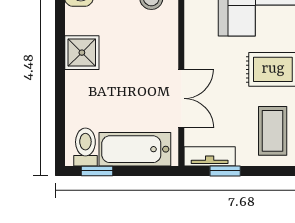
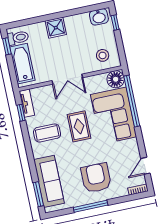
shower: (82, 53) -> (56, 28), moved
double door: (181, 98) -> (67, 79), moved

